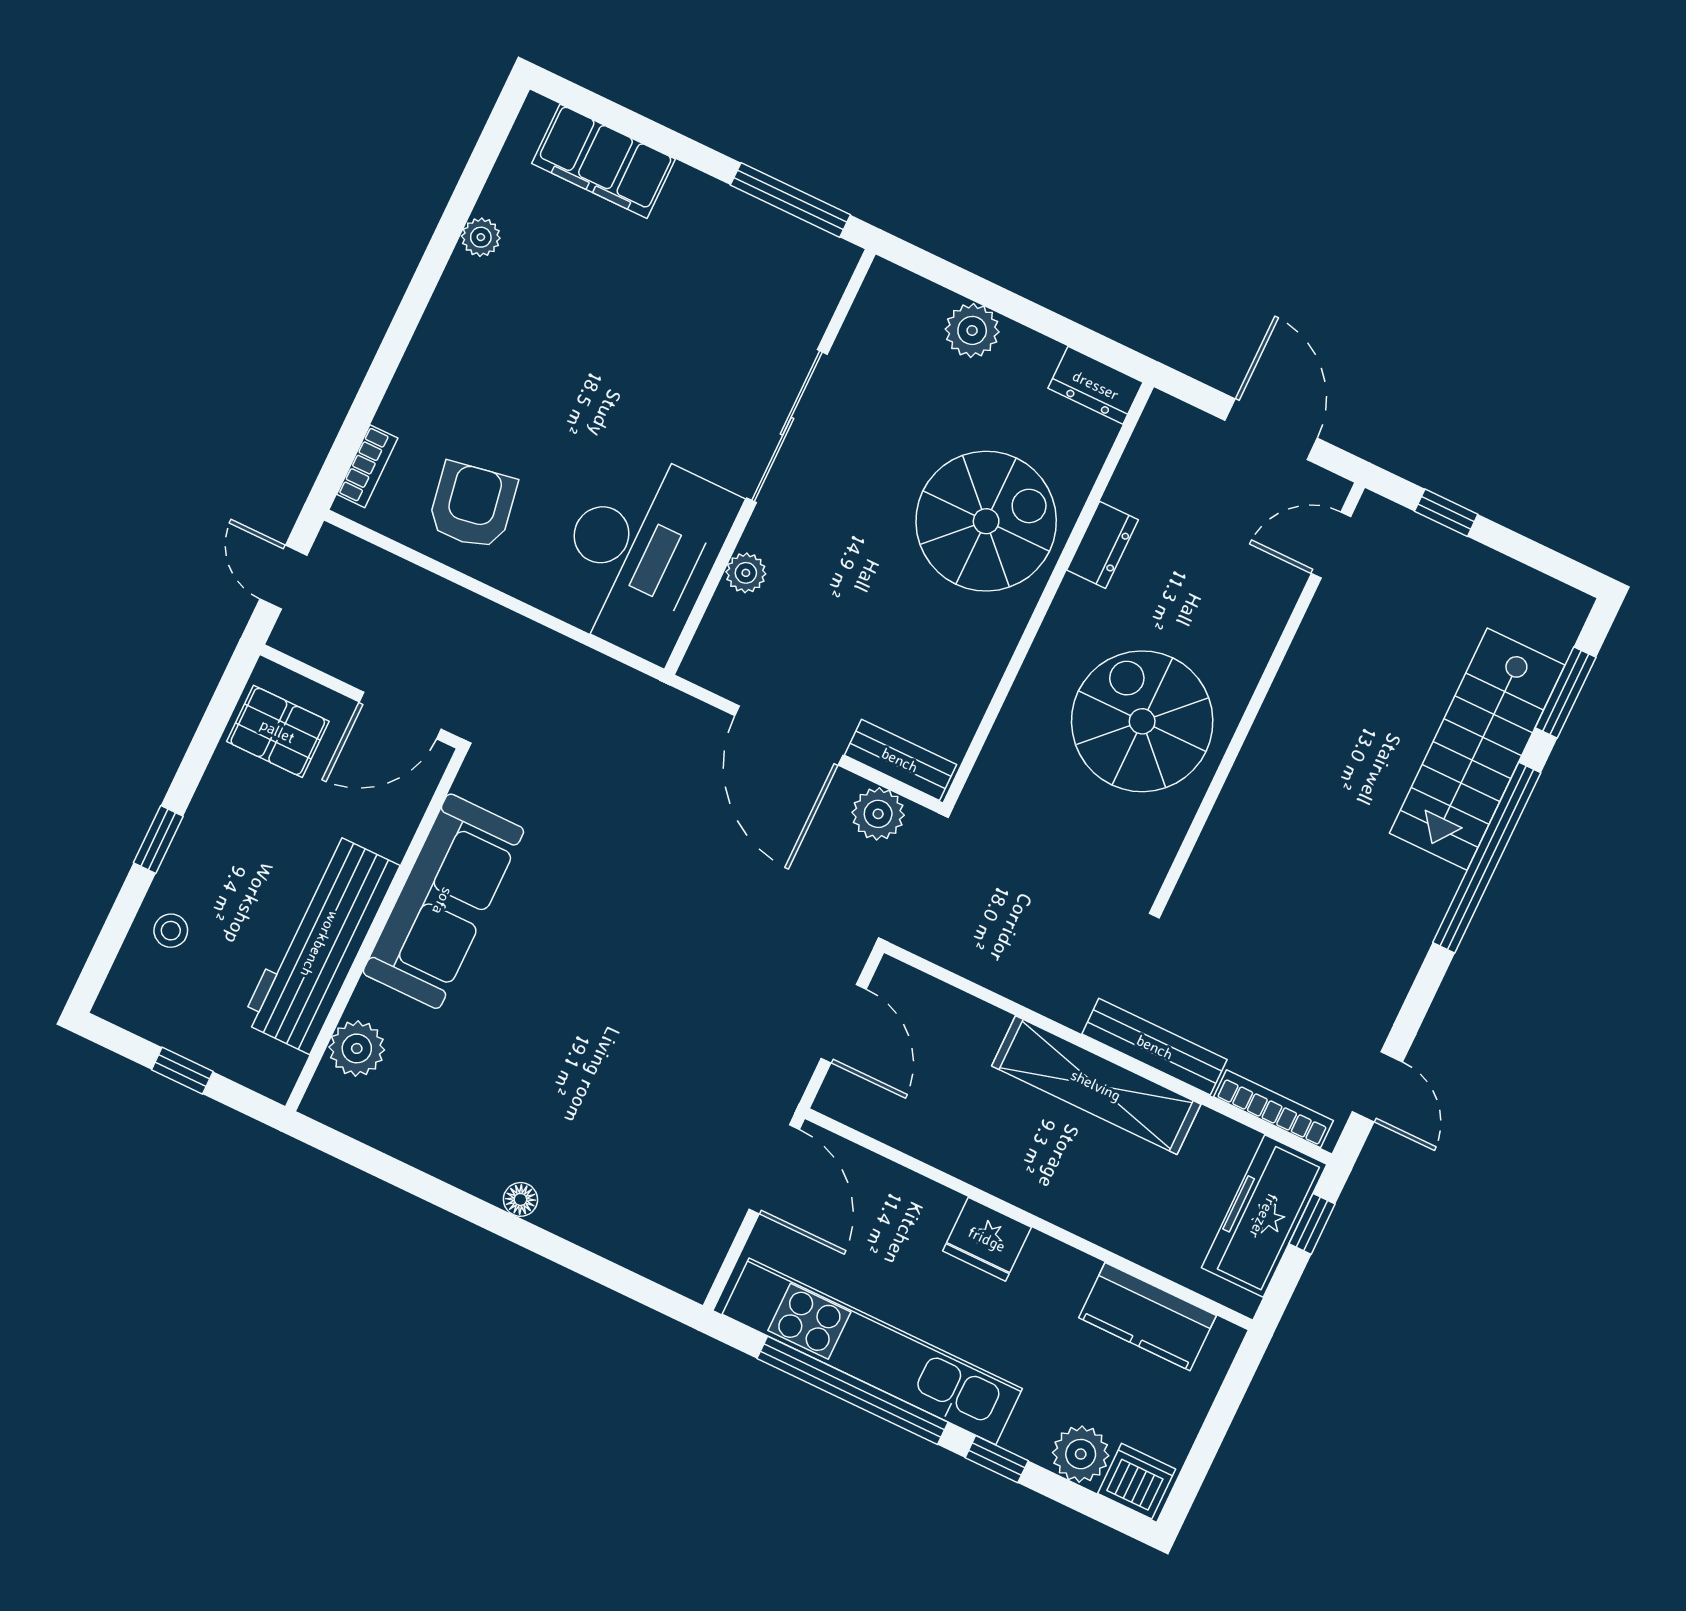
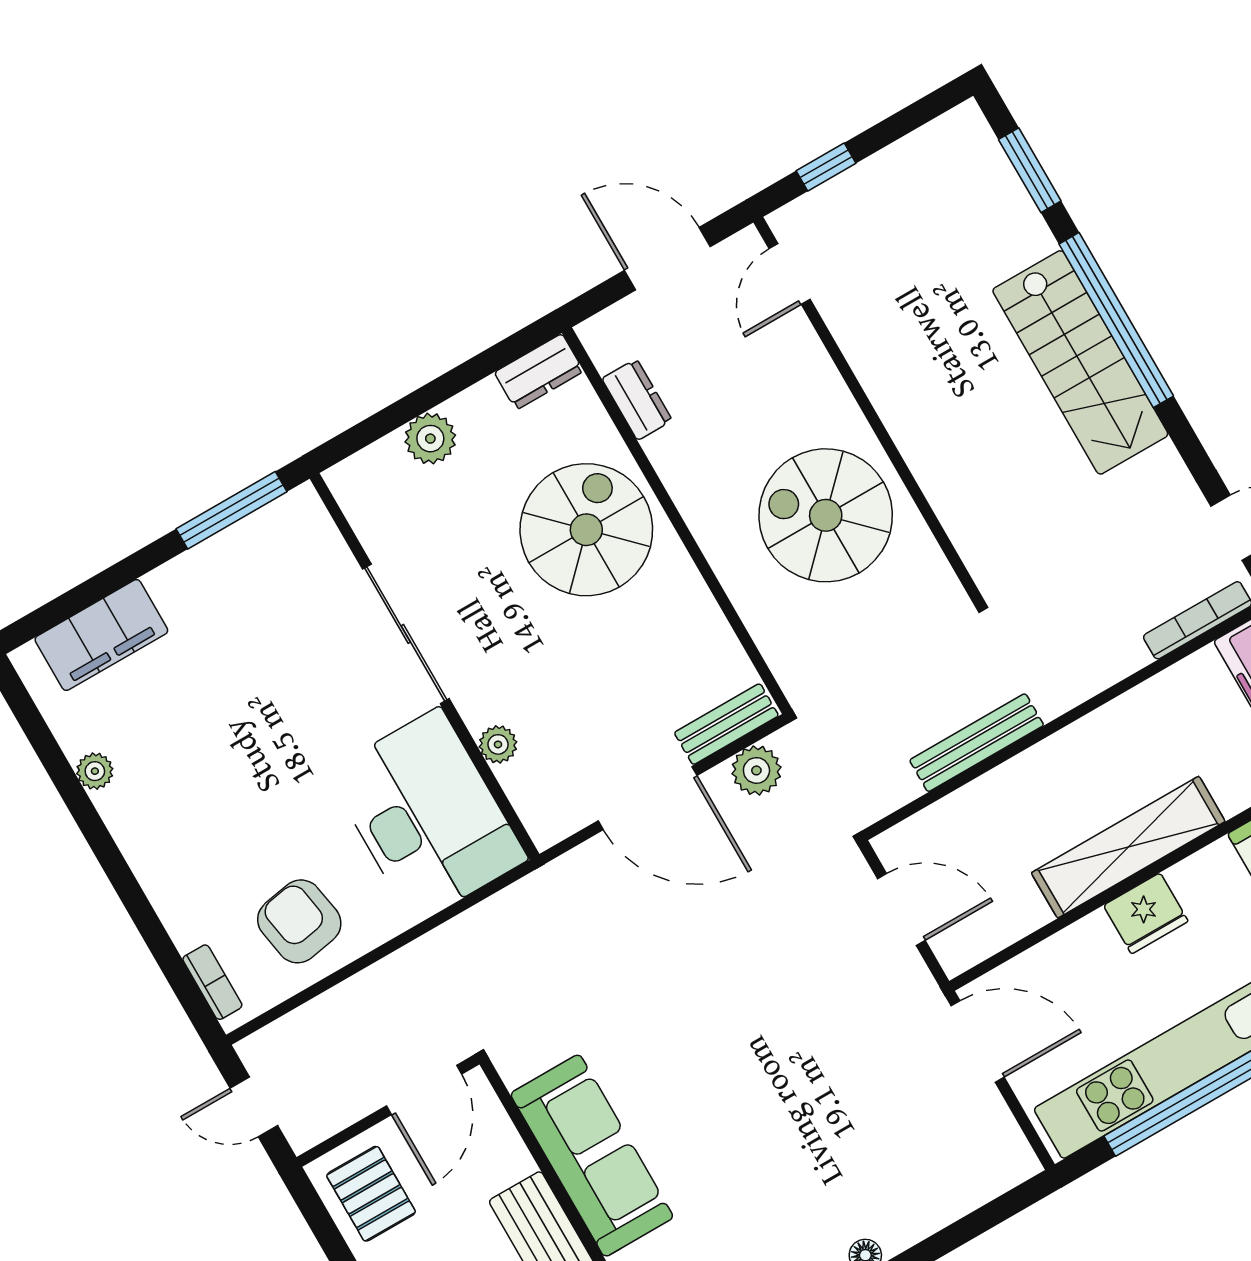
dresser: (1103, 545) -> (637, 400), moved
pallet: (278, 731) -> (371, 1194), turned 90
stairs: (1477, 749) -> (1080, 362), moved
bench: (1155, 1047) -> (977, 743), moved
shelving: (1096, 1085) -> (1128, 847), moved

